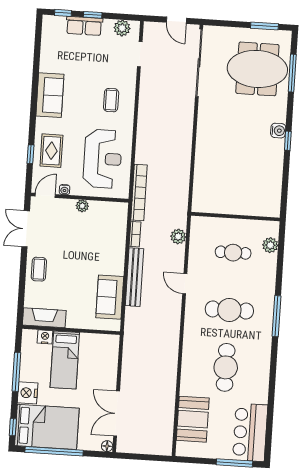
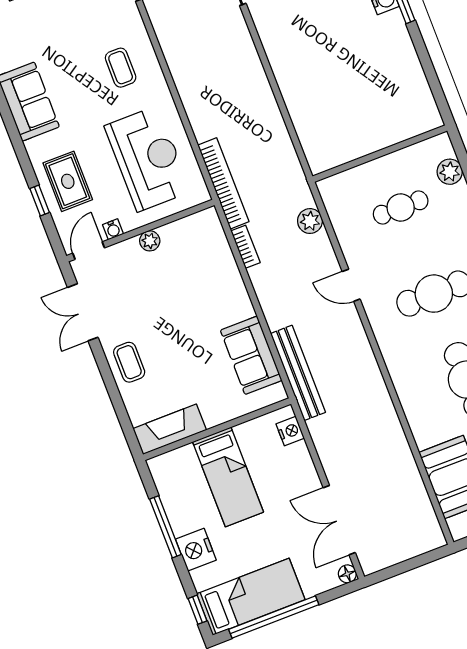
bench: (134, 277) -> (298, 373), moved
nightstand: (45, 337) -> (290, 431), moved, turned 90
bed: (47, 427) -> (251, 597), width x0.67

